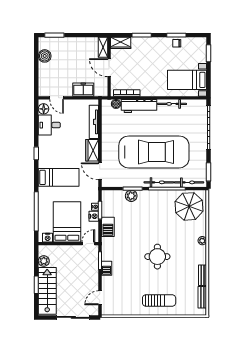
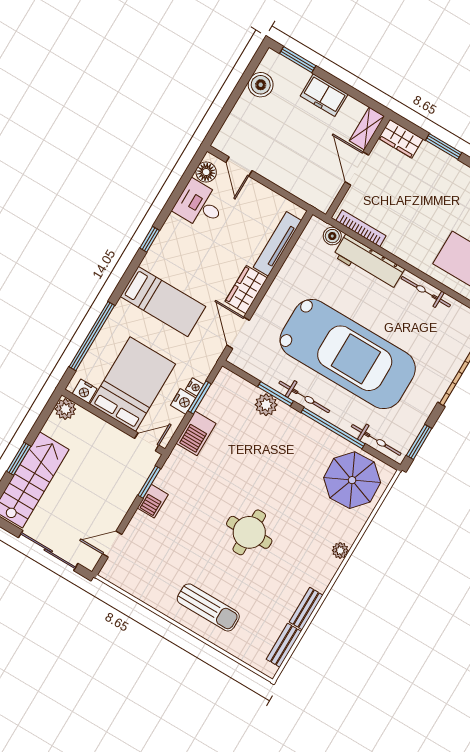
freezer: (83, 90) -> (324, 95), moved, turned 180
bicycle: (159, 182) -> (304, 397), moved
plant: (44, 261) -> (65, 409), moved

